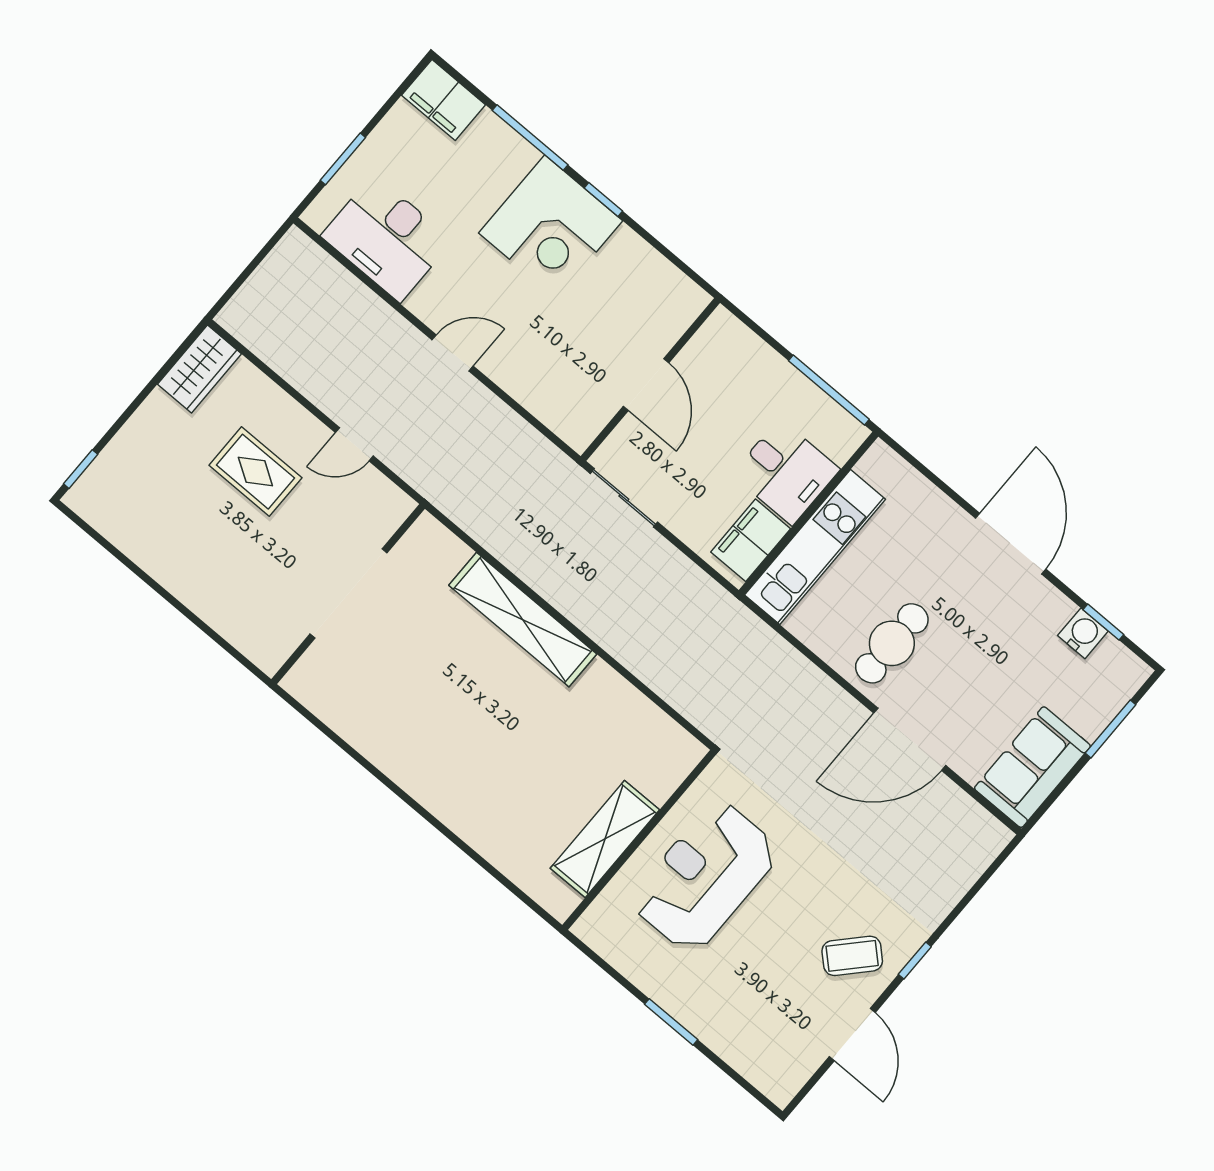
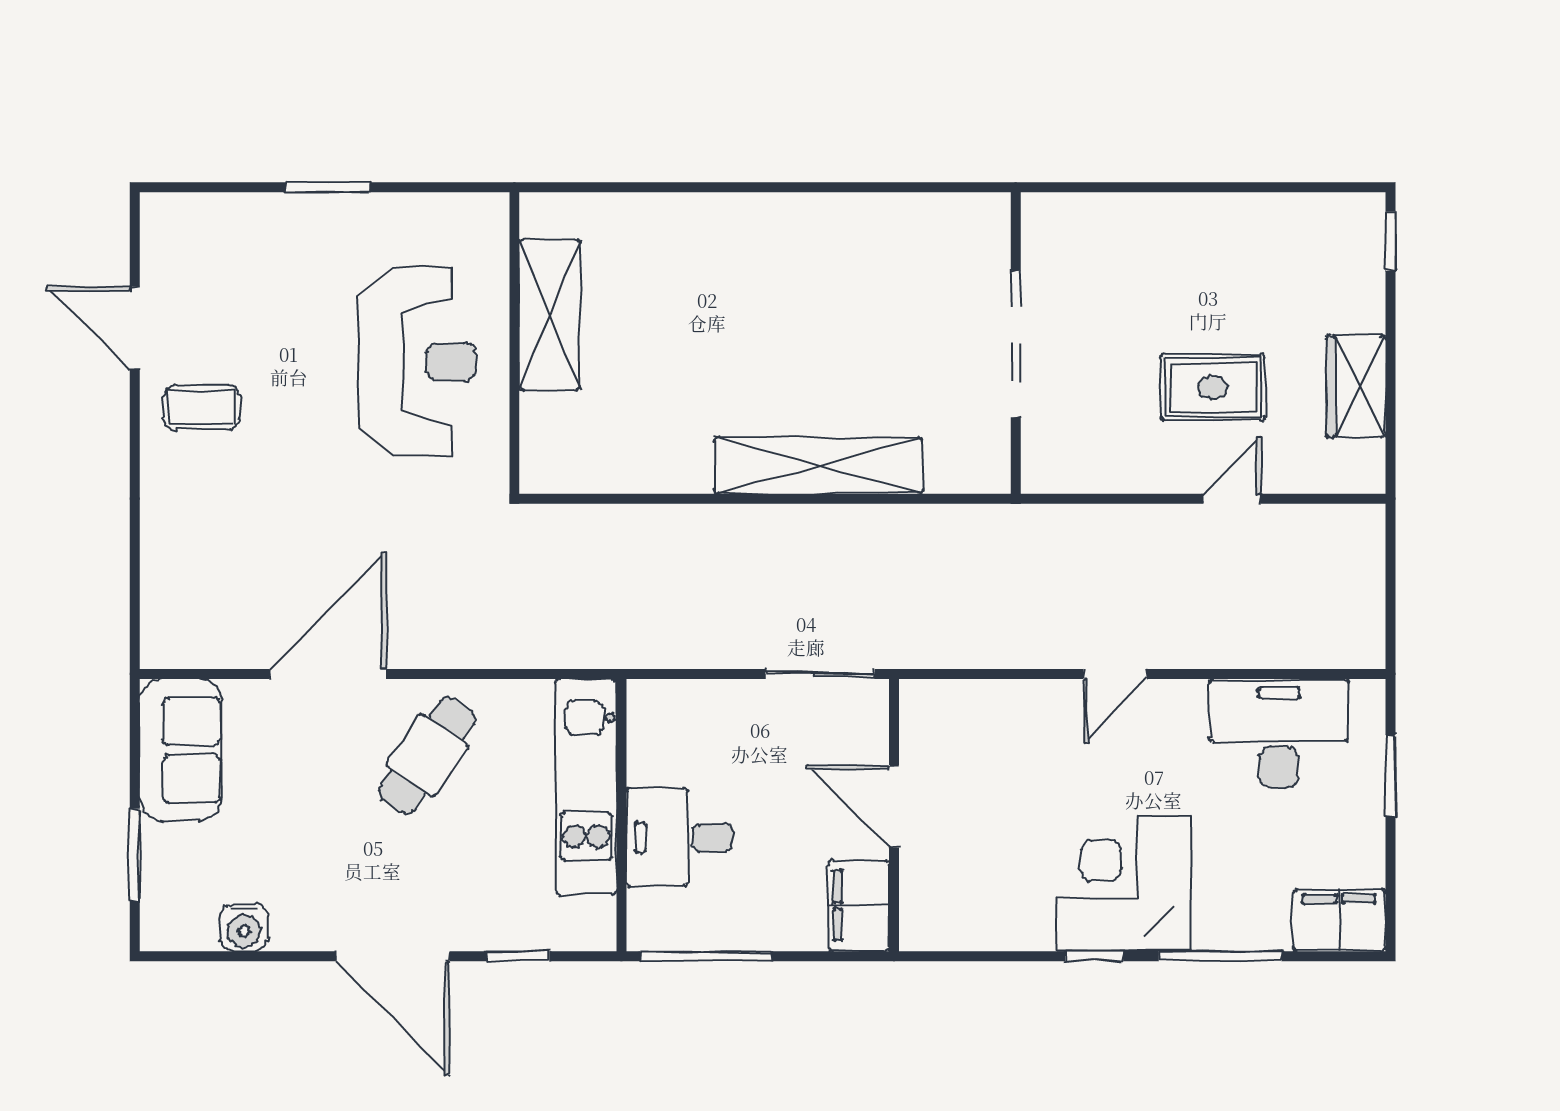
wardrobe: (200, 369) -> (1356, 386), moved
door: (354, 444) -> (1232, 499), moved
filing cabinet: (751, 540) -> (859, 906), moved, turned 180
window: (1103, 622) -> (518, 956), moved
cafe table: (892, 643) -> (427, 755), turned 35
coffee table: (852, 956) -> (202, 407), turned 47
window: (915, 961) -> (135, 456), removed

